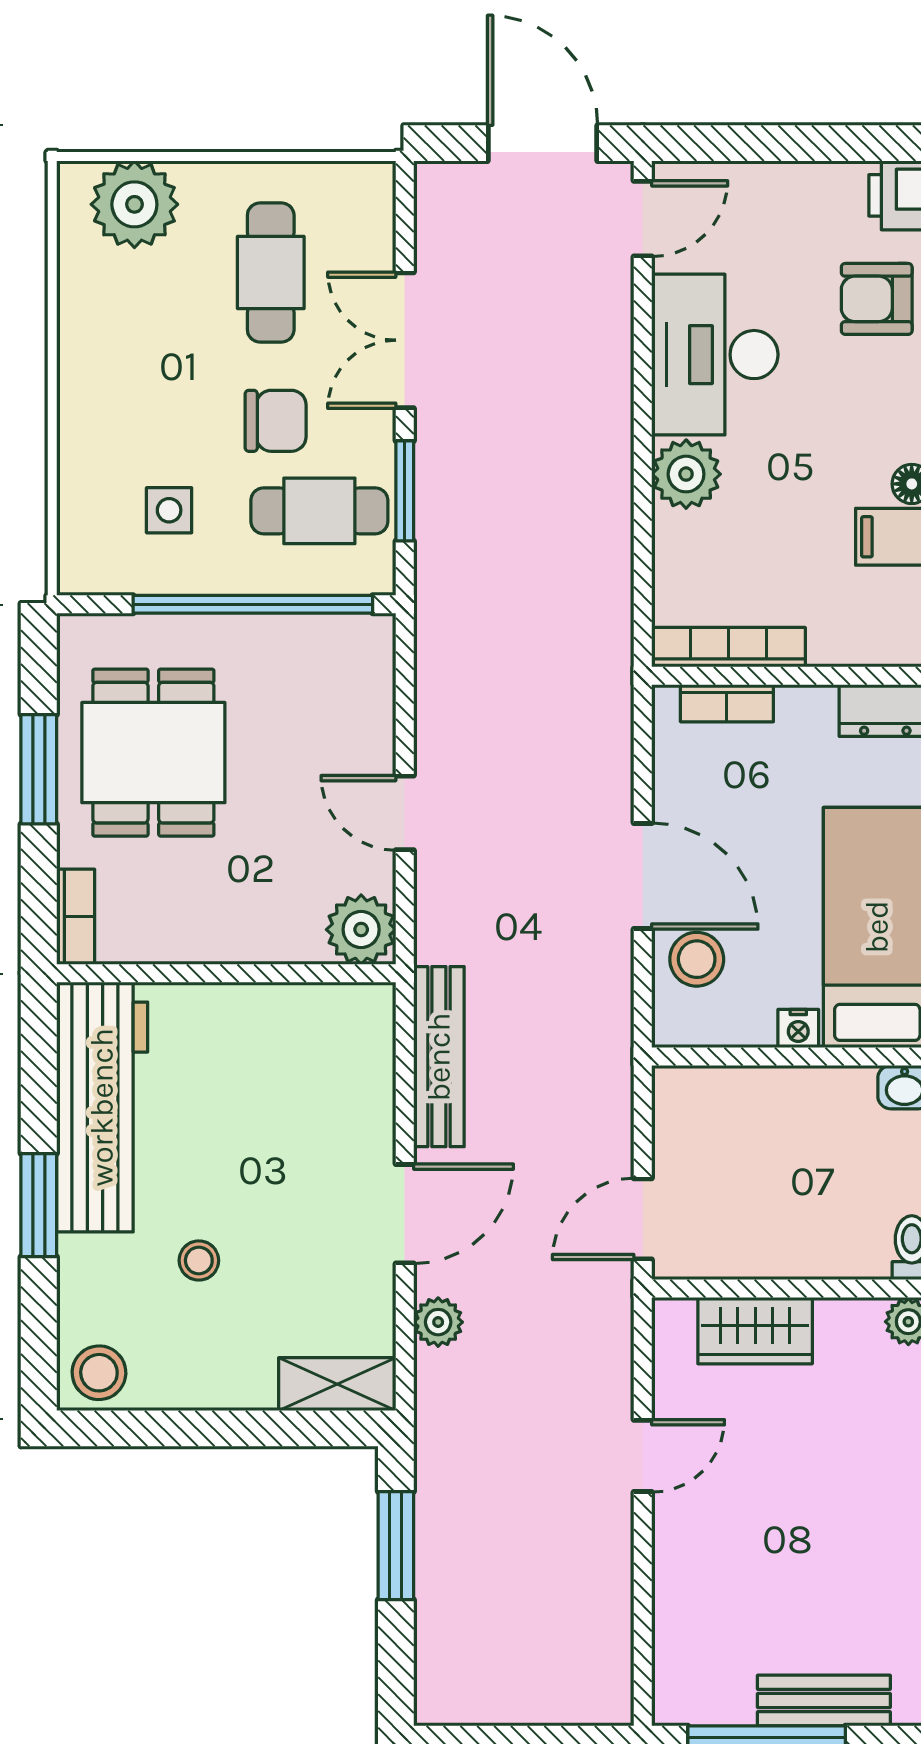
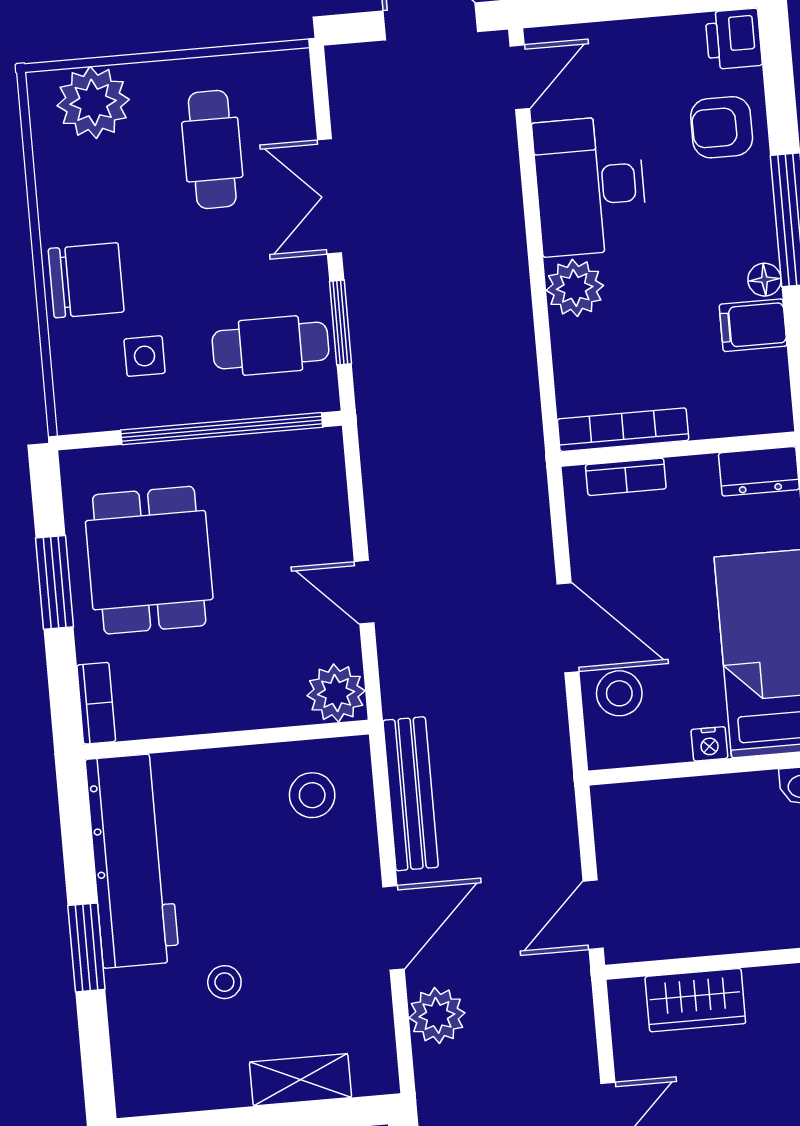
chair: (276, 421) -> (86, 280), moved, width x1.37, depth x1.37
plant: (438, 1322) -> (437, 1015), width x1.38, depth x1.38
stool: (99, 1373) -> (312, 795), moved
shelving: (337, 1384) -> (300, 1080), moved

